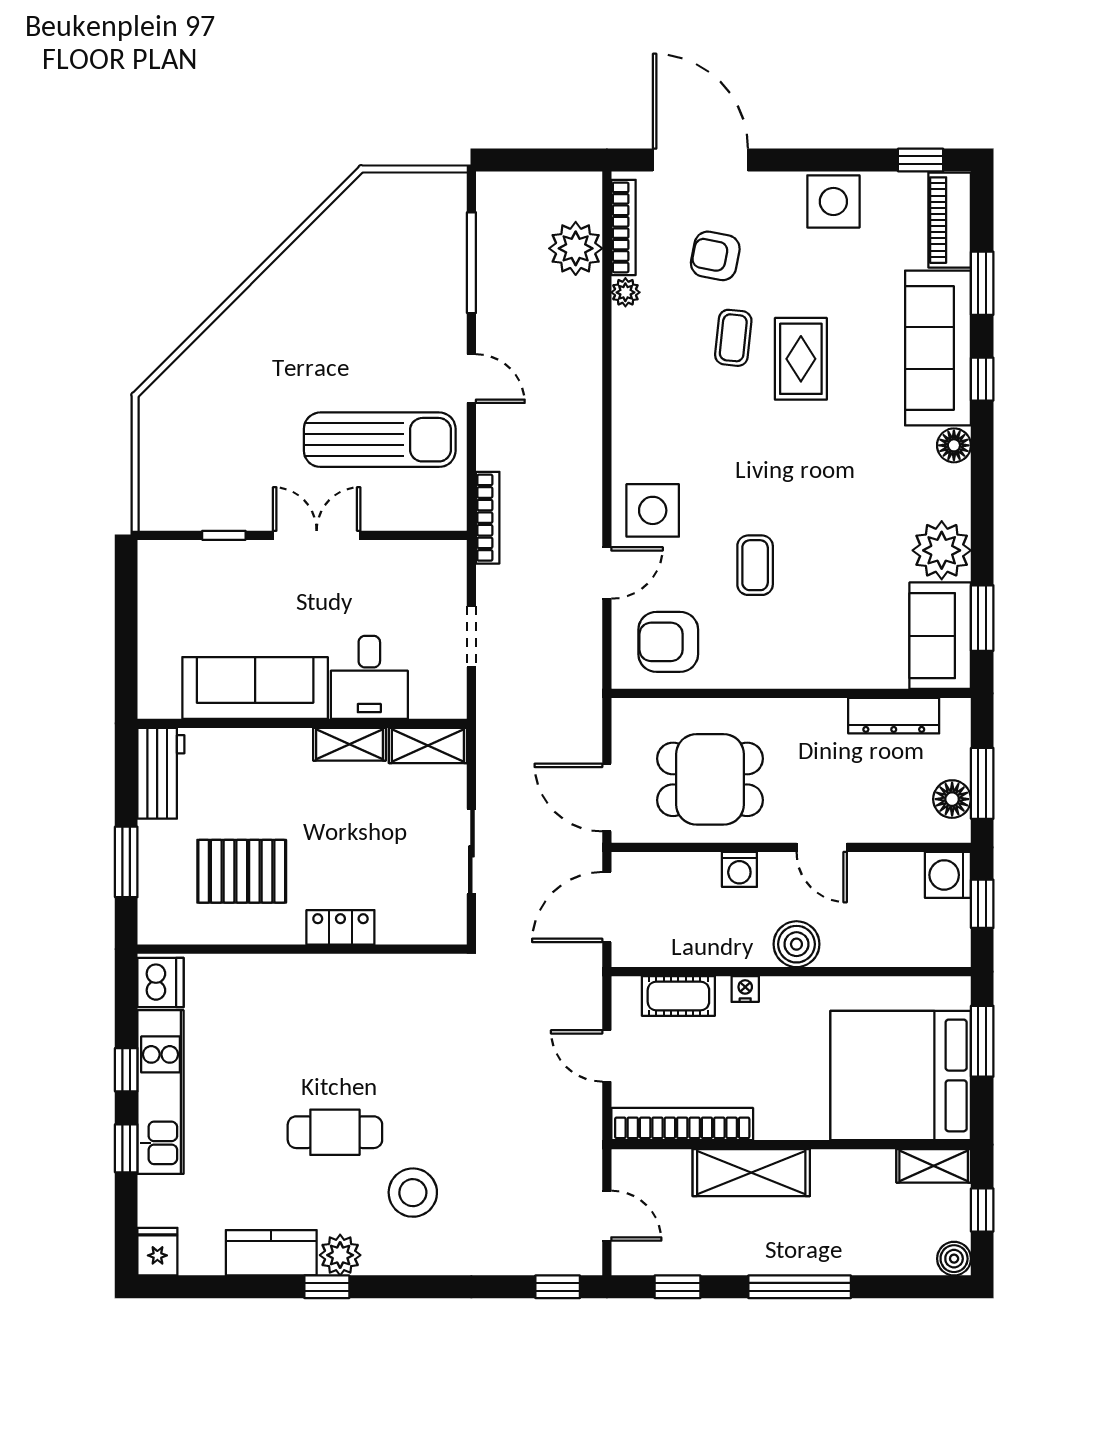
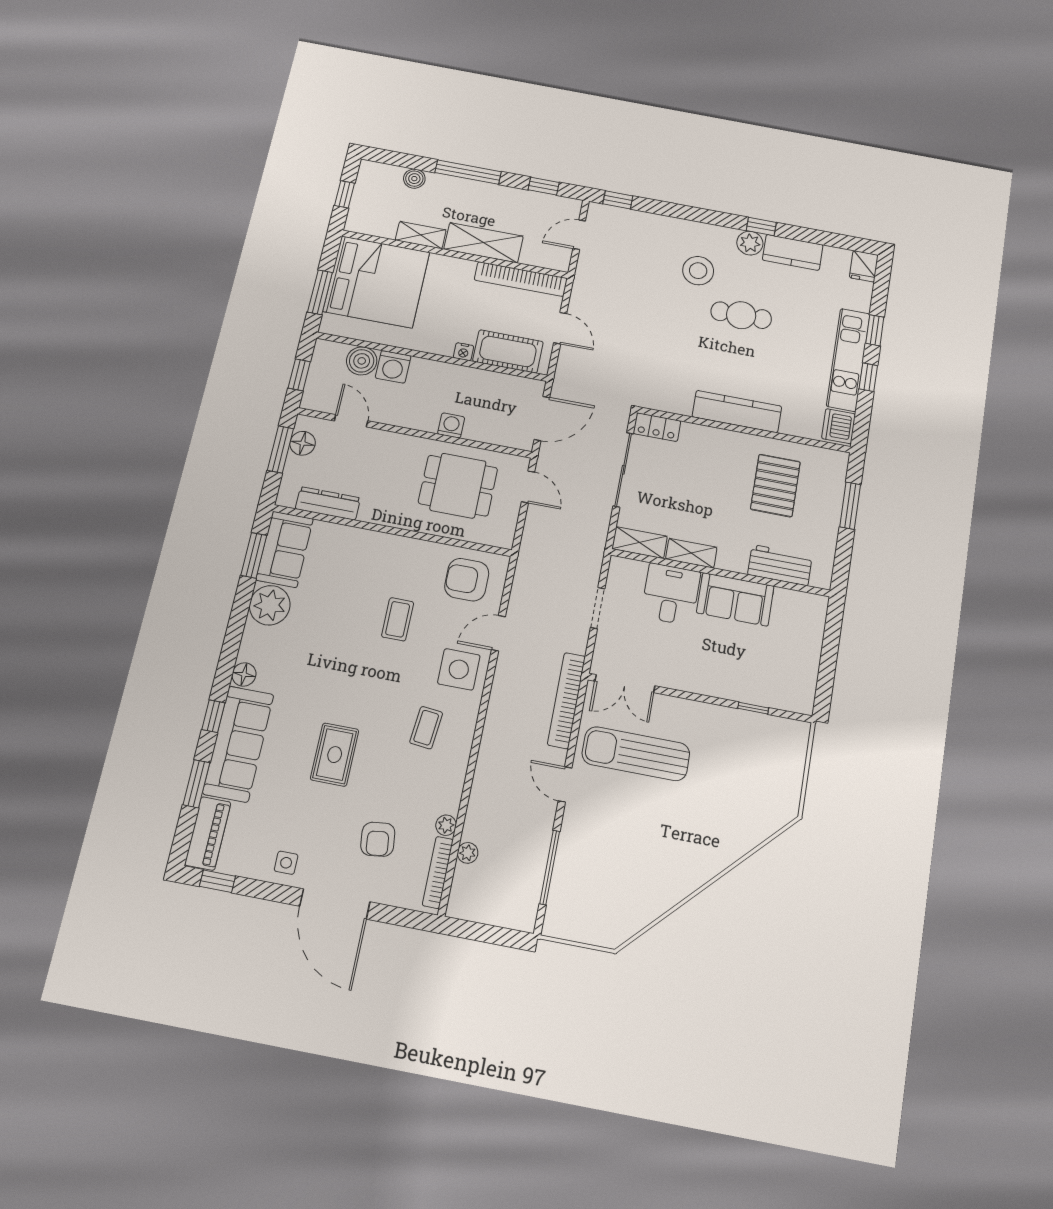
door: (700, 160) -> (335, 904), moved
side table: (833, 201) -> (286, 863), width x0.54, depth x0.54
plant: (576, 248) -> (468, 853), width x0.53, depth x0.53
armchair: (715, 256) -> (378, 839), turned 72
coffee table: (733, 338) -> (426, 728), moved
bookcase: (488, 518) -> (566, 700), width x1.48, depth x1.31
double door: (317, 535) -> (625, 684), moved
armchair: (668, 642) -> (467, 580), turned 180
sofa: (255, 688) -> (735, 599), width x0.73
workbench: (161, 773) -> (780, 565), moved, turned 90
door: (607, 798) -> (528, 487), width x0.73
door: (822, 847) -> (351, 421), moved
sliding door: (471, 851) -> (623, 470), width x1.37
pallet: (242, 871) -> (775, 485), turned 90
washing machine: (948, 875) -> (393, 367), moved, turned 90
locker: (340, 927) -> (657, 427), moved
boiler: (796, 944) -> (362, 361), moved
kitchen counter: (317, 976) -> (737, 412), added
cot: (678, 996) -> (508, 351), width x1.37, depth x1.34
shelving: (934, 1166) -> (421, 235), moved
door: (607, 1216) -> (579, 235), hinge flipped
boiler: (954, 1259) -> (414, 179), moved

